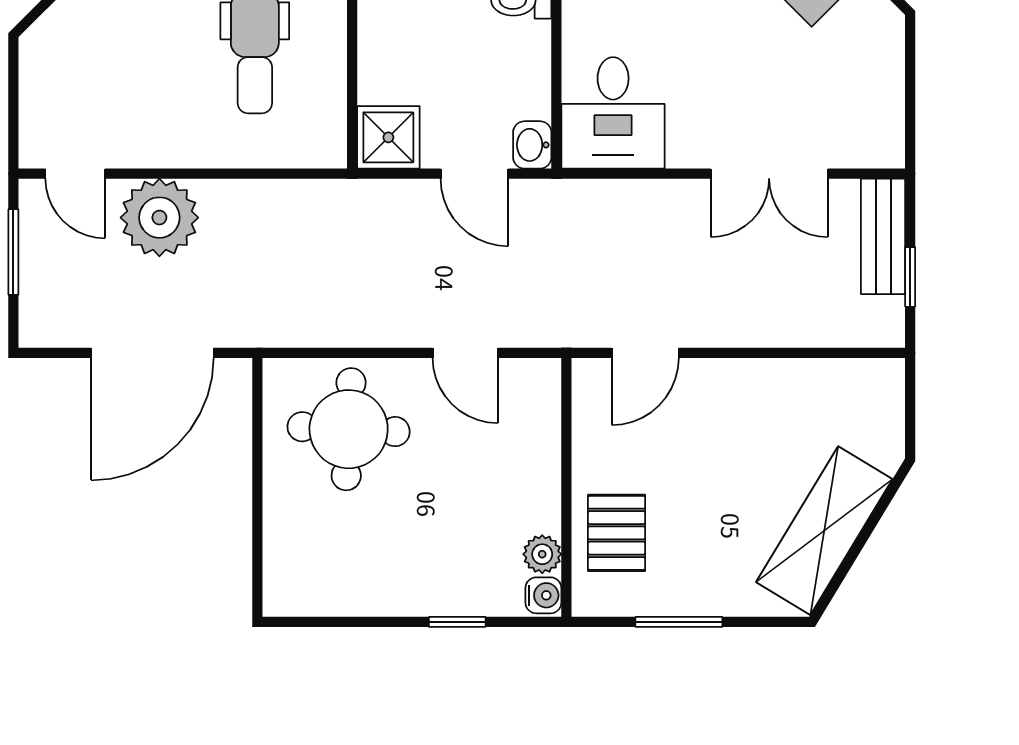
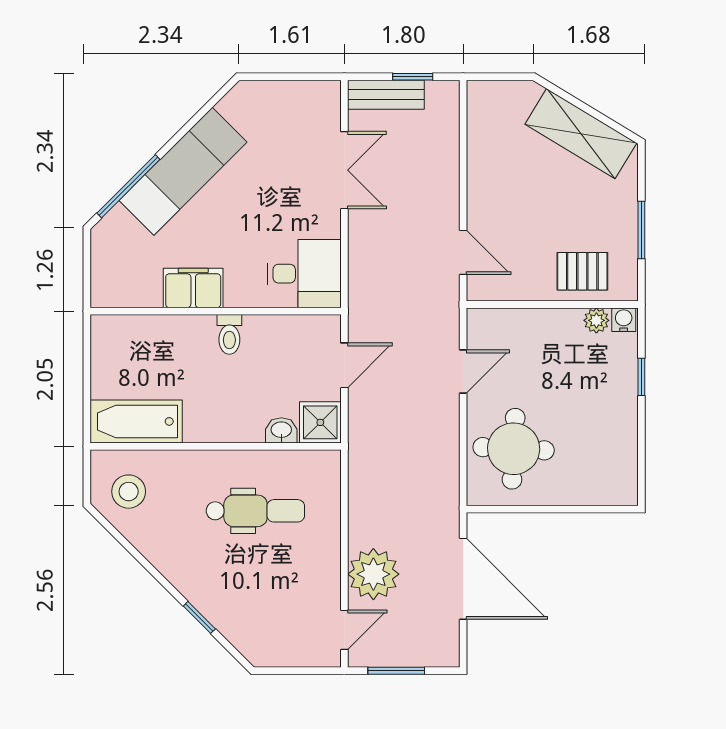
washbasin: (532, 145) -> (281, 430), moved, turned 180

